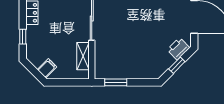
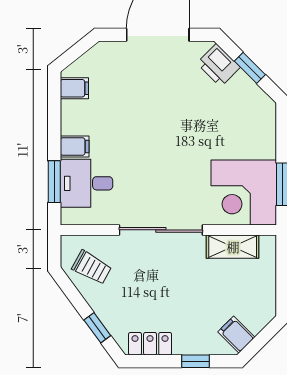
corner desk: (111, 62) -> (244, 192), added
filing cabinet: (47, 68) -> (236, 334), moved

